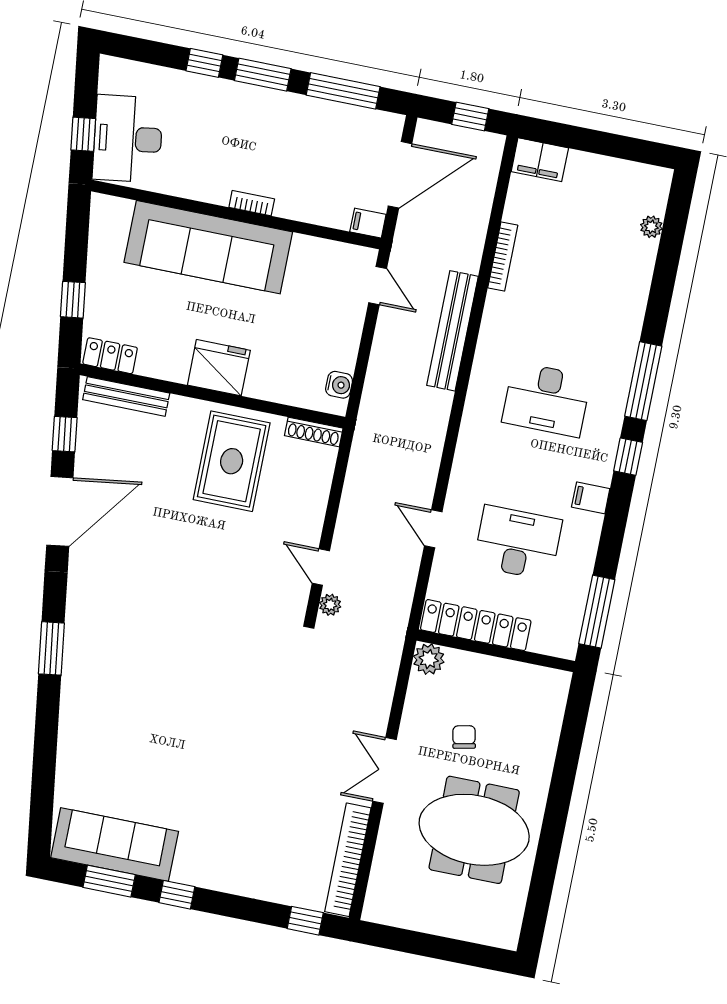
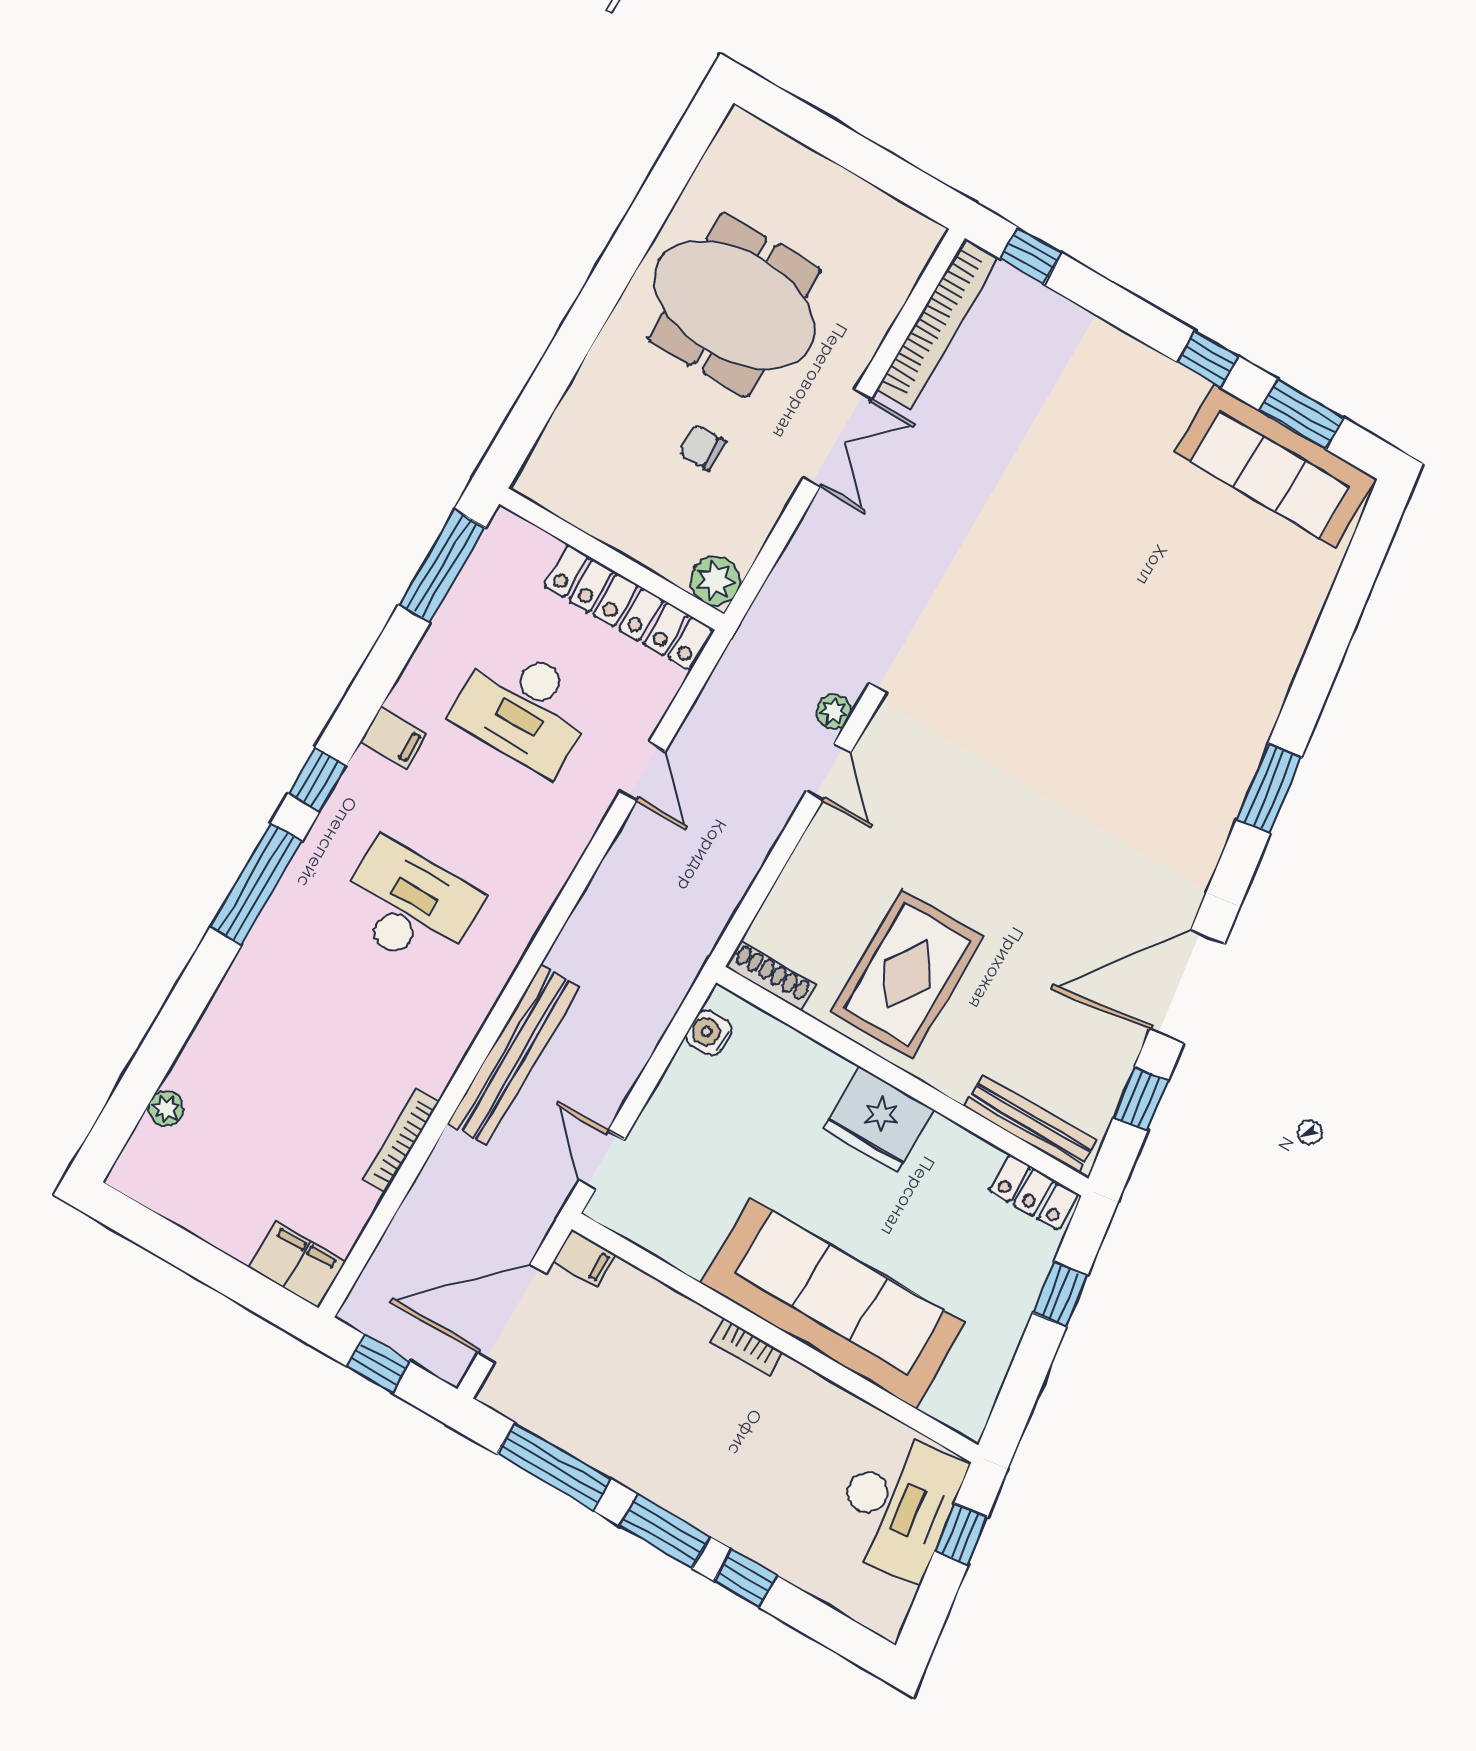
chair: (464, 737) -> (703, 447), turned 102

